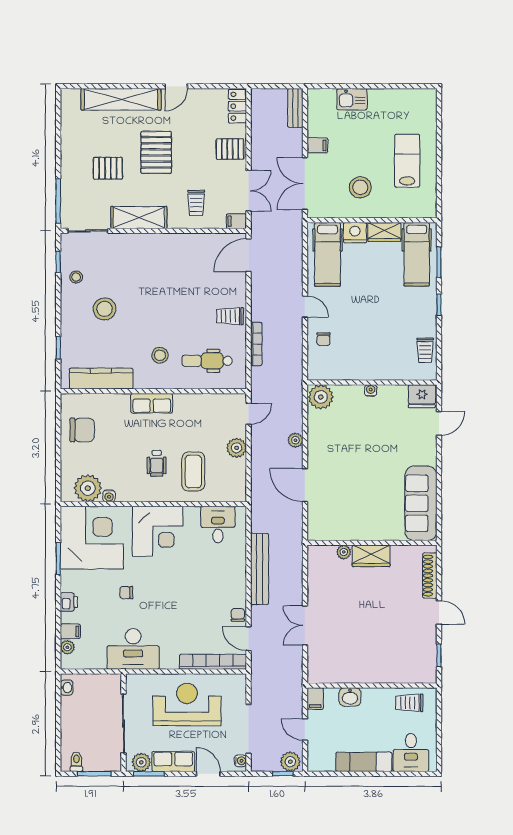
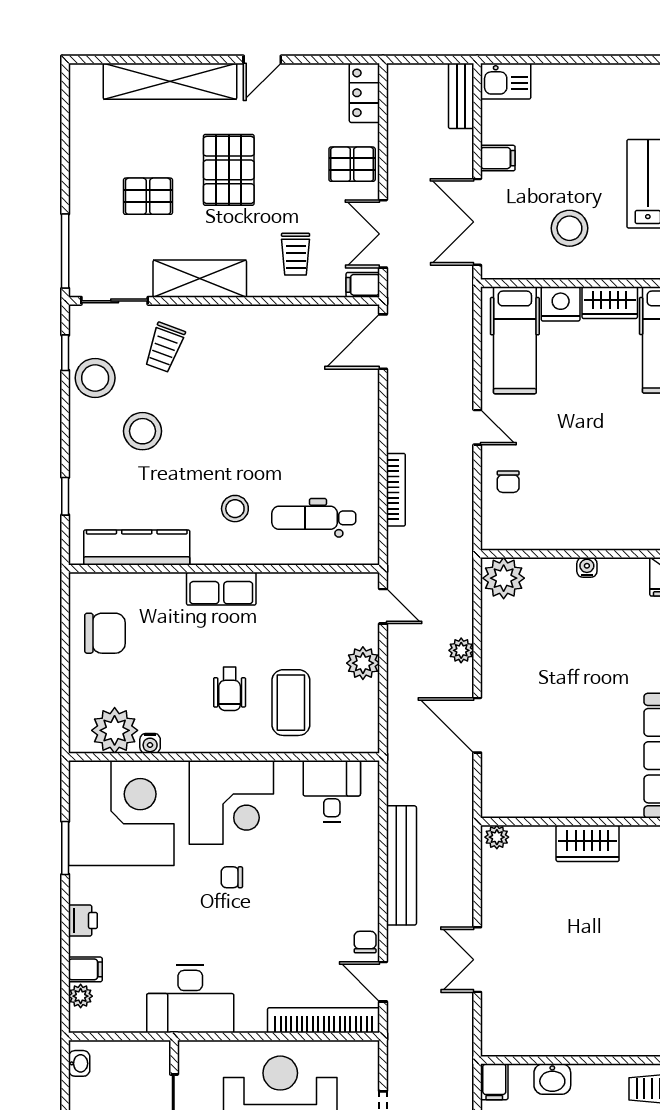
kitchen sink: (352, 99) -> (506, 81), moved
double door: (249, 191) -> (383, 234), swing flipped
stool: (76, 277) -> (95, 378), width x1.89, depth x1.89
trolley: (230, 316) -> (165, 347), moved, turned -70
door: (249, 414) -> (383, 606), hinge flipped
plant: (344, 552) -> (497, 837), moved
chair: (126, 593) -> (232, 877), moved

